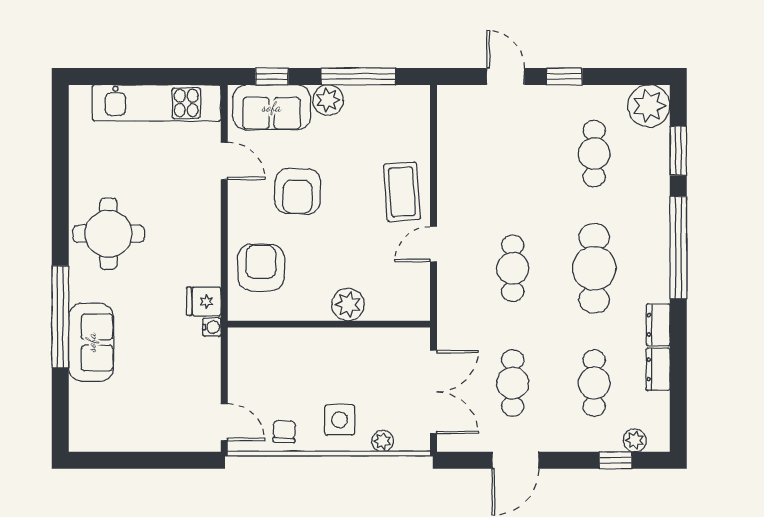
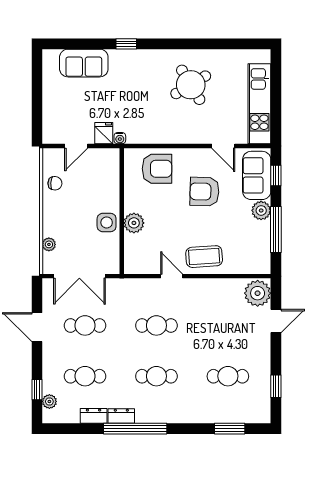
window: (564, 76) -> (276, 386), moved
plant: (649, 106) -> (258, 293), moved
door: (224, 161) -> (223, 146), hinge flipped
round table: (109, 234) -> (191, 85), moved, turned -31
window: (678, 247) -> (135, 429), moved
cafe table: (594, 268) -> (156, 376), width x0.73, depth x0.74
fridge: (204, 301) -> (104, 133), moved
window: (60, 317) -> (126, 44), width x0.32
sofa: (91, 342) -> (84, 63), moved
side table: (340, 420) -> (107, 222), moved
door: (224, 422) -> (76, 146), moved

